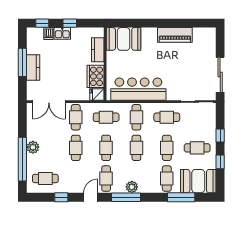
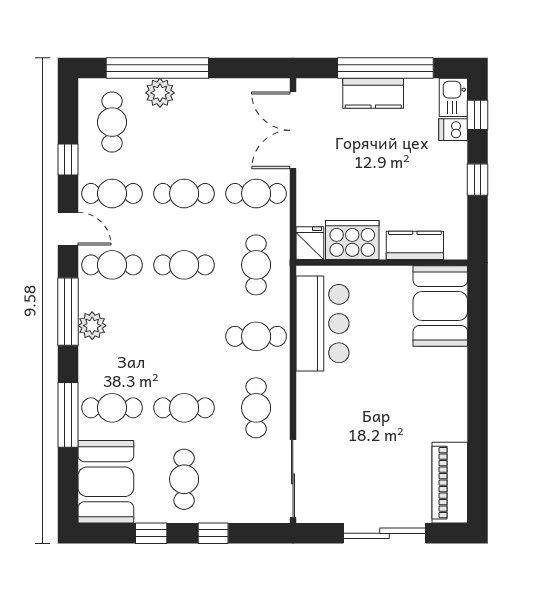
kitchen sink: (62, 33) -> (453, 97), moved
piano: (175, 35) -> (450, 483), moved
window: (22, 62) -> (385, 68), width x1.46
sliding door: (220, 75) -> (384, 533), moved
bar counter: (138, 89) -> (322, 324), width x0.73
plant: (33, 147) -> (160, 93), moved
cafe table: (136, 148) -> (112, 193), moved
window: (181, 197) -> (68, 415), moved

